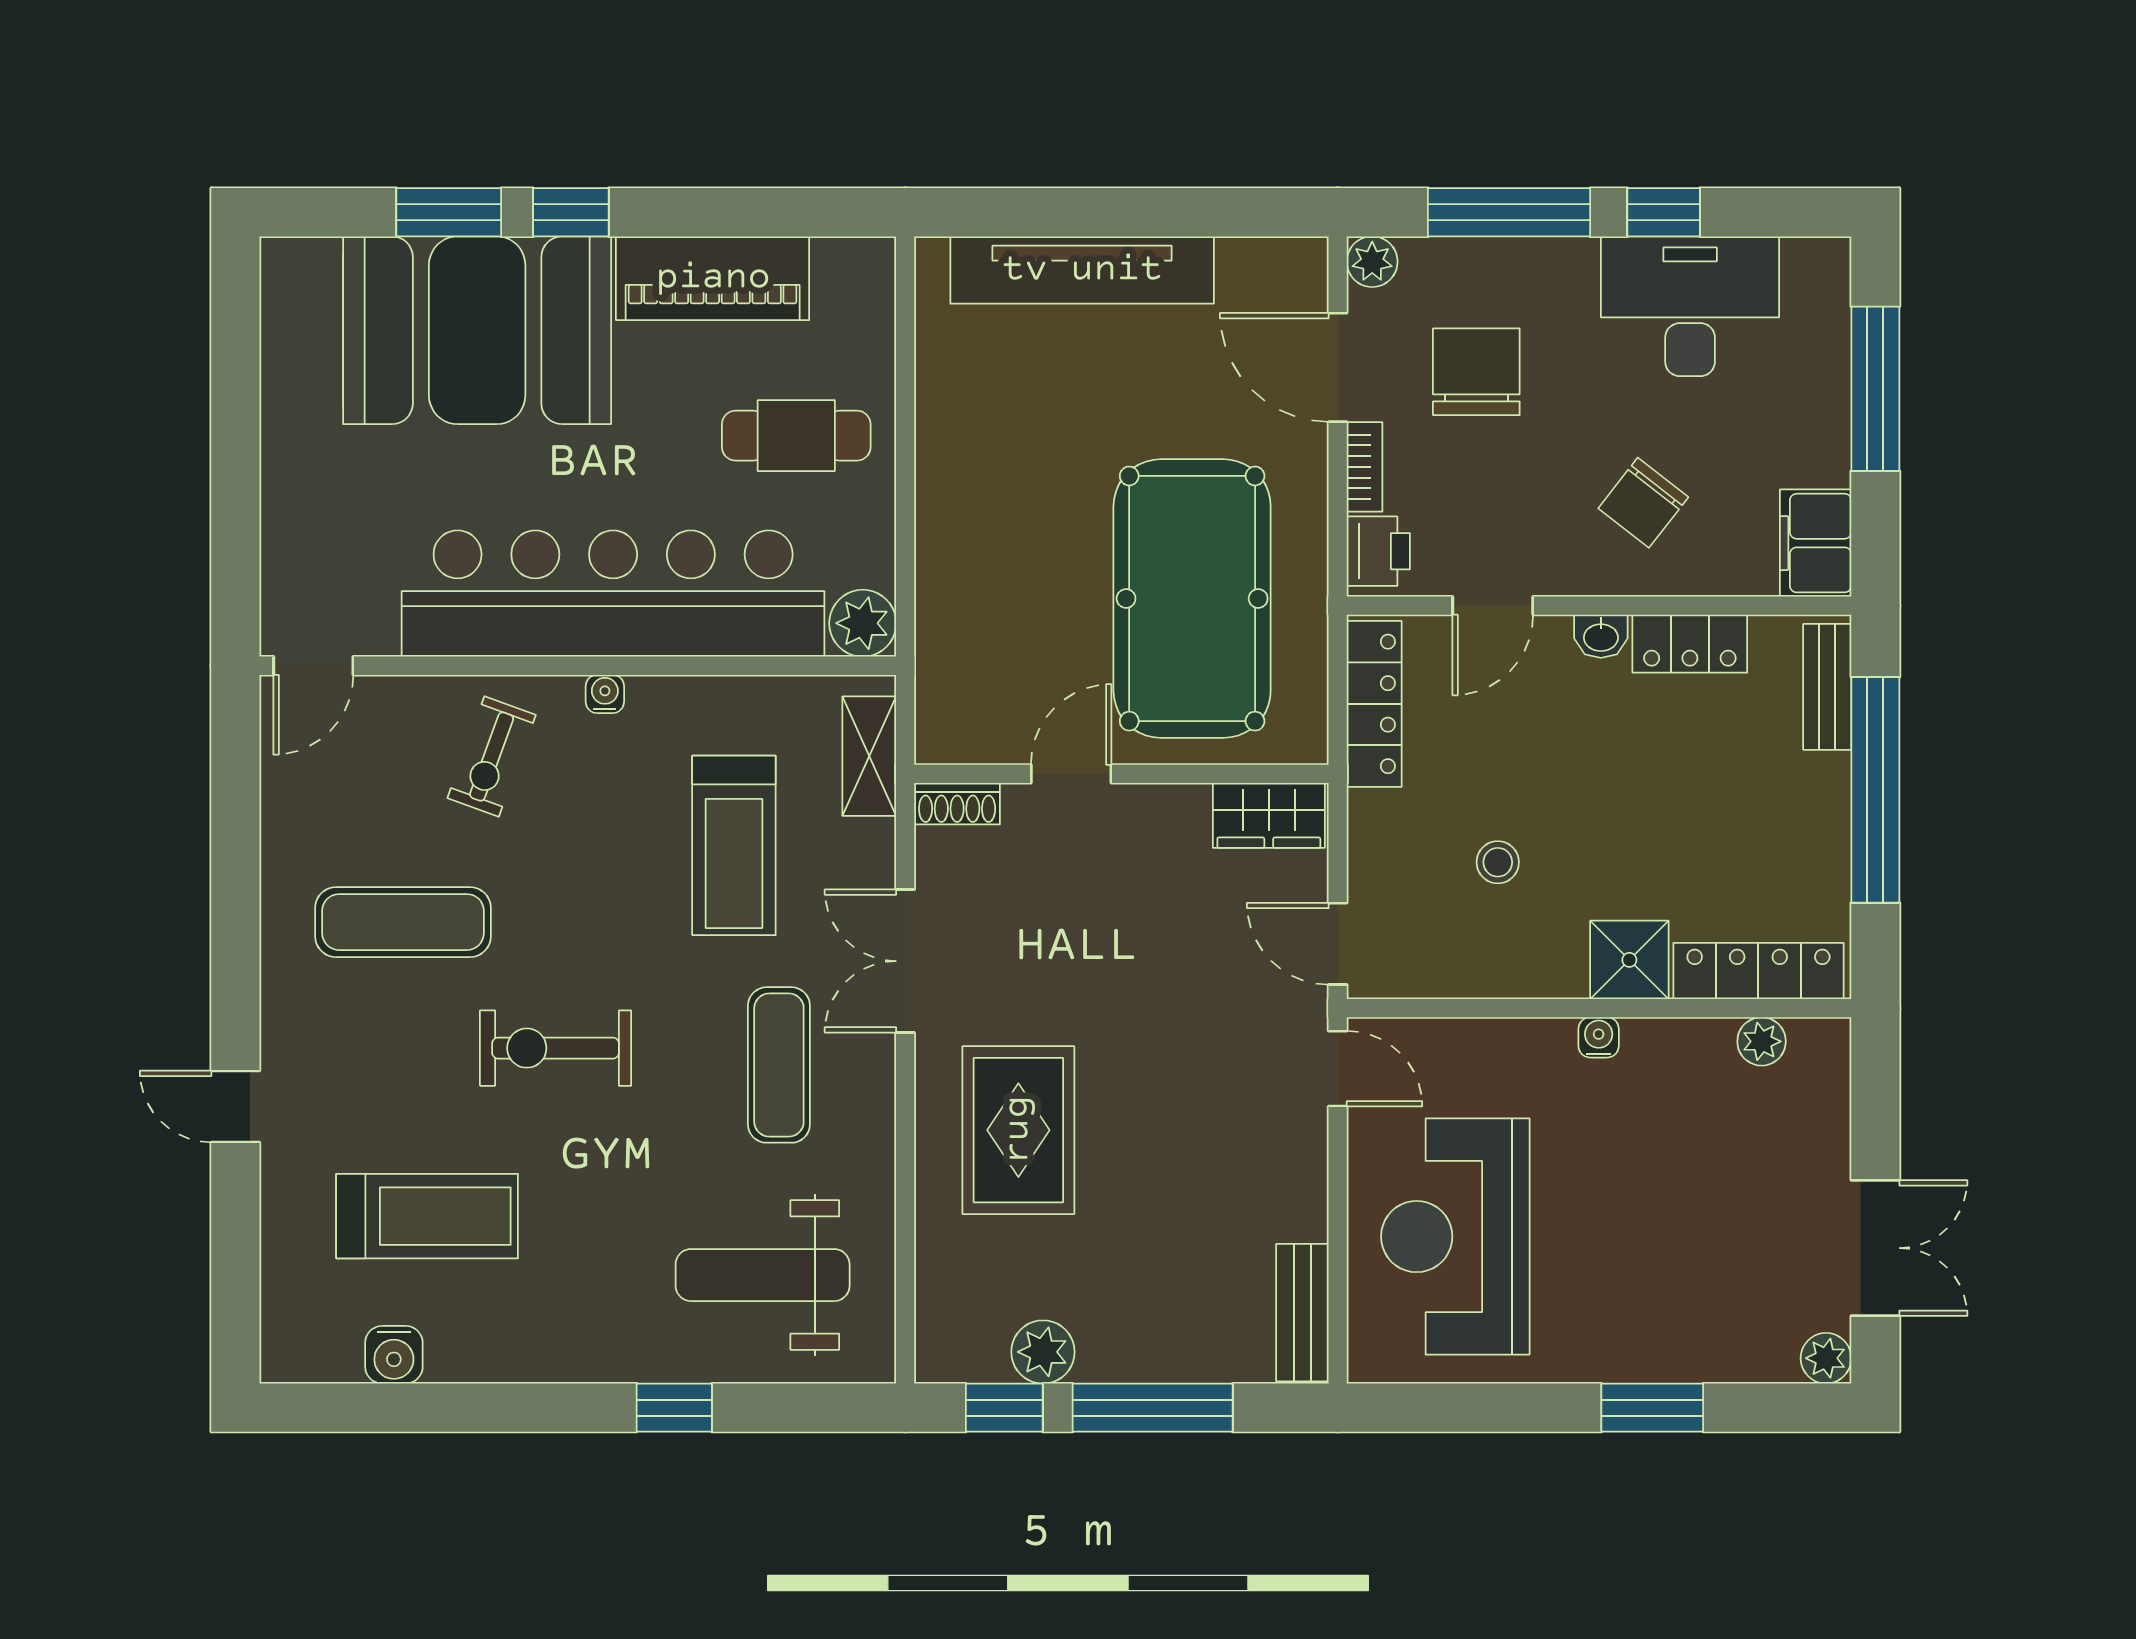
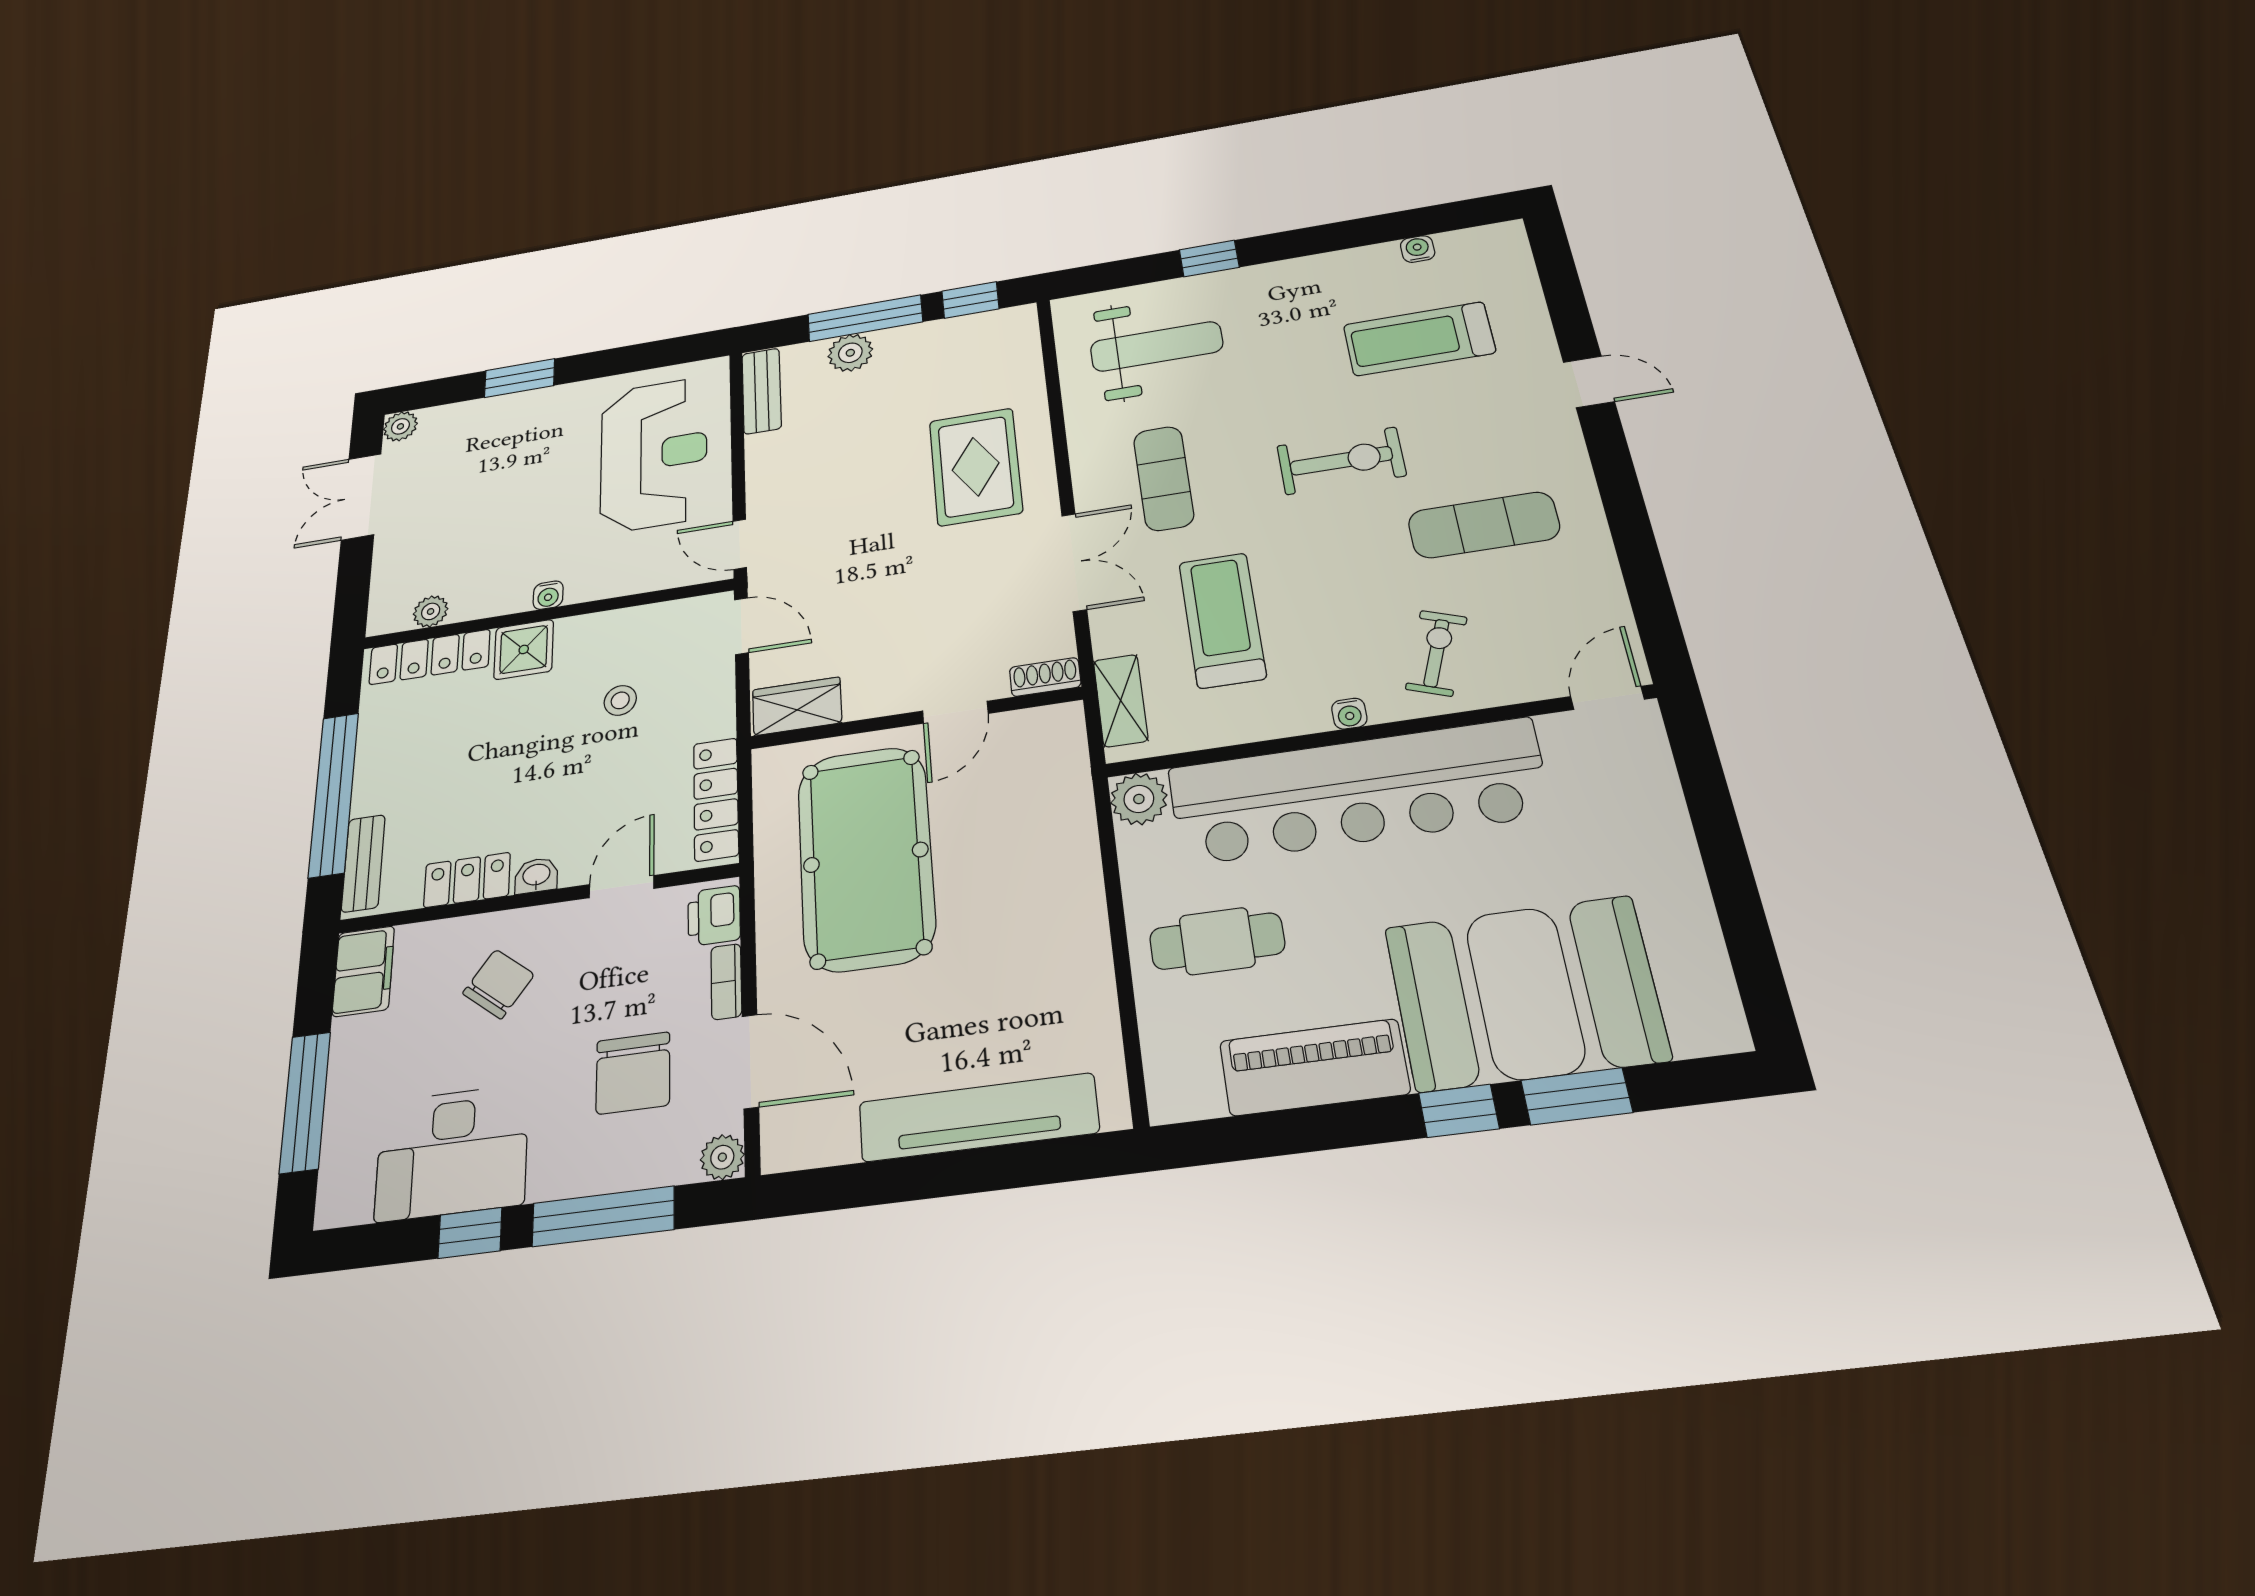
plant: (1043, 1352) -> (850, 353), moved
water cooler: (394, 1355) -> (1418, 249), width x0.72, depth x0.72

